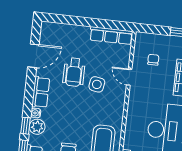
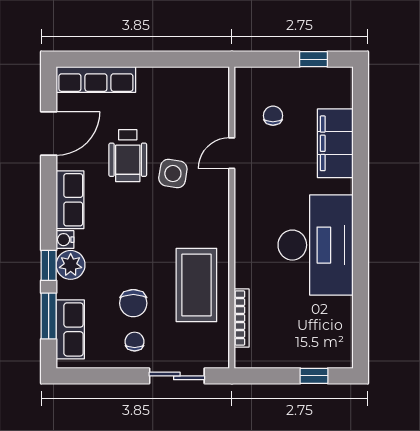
row of seats: (111, 36) -> (96, 79), moved
door: (129, 77) -> (232, 153), hinge flipped

